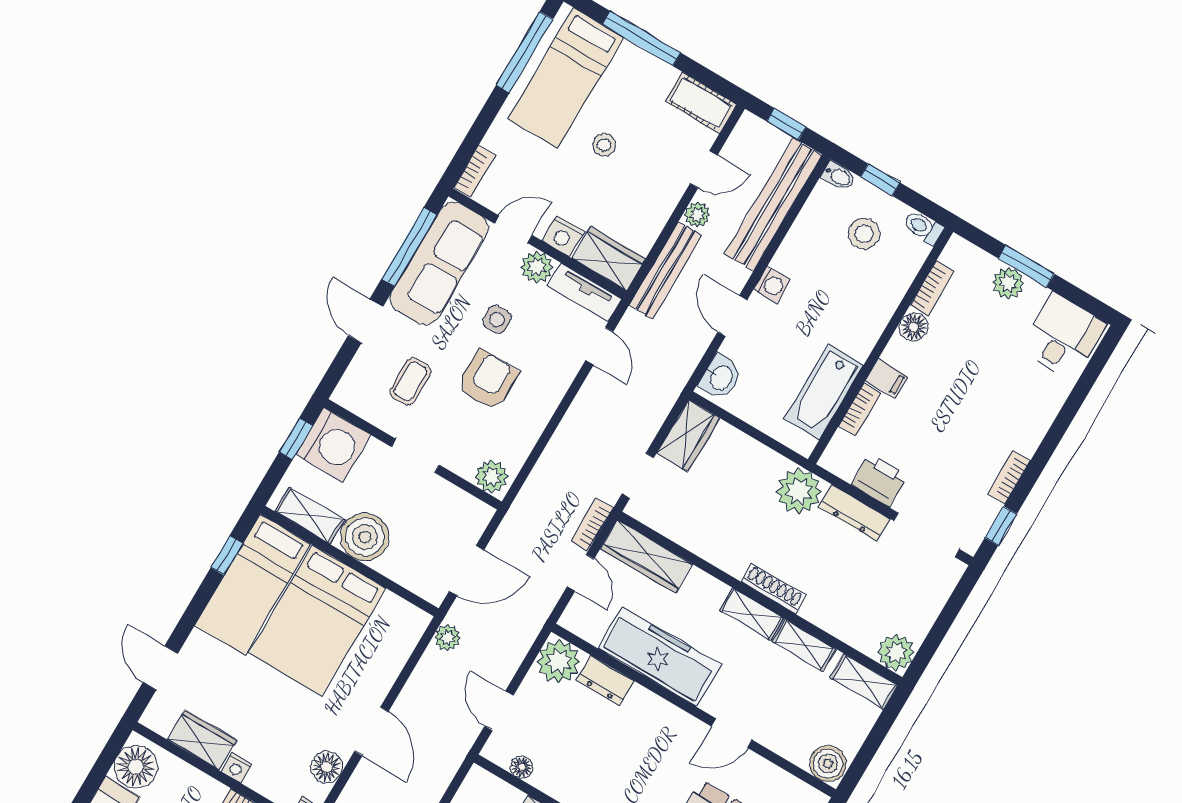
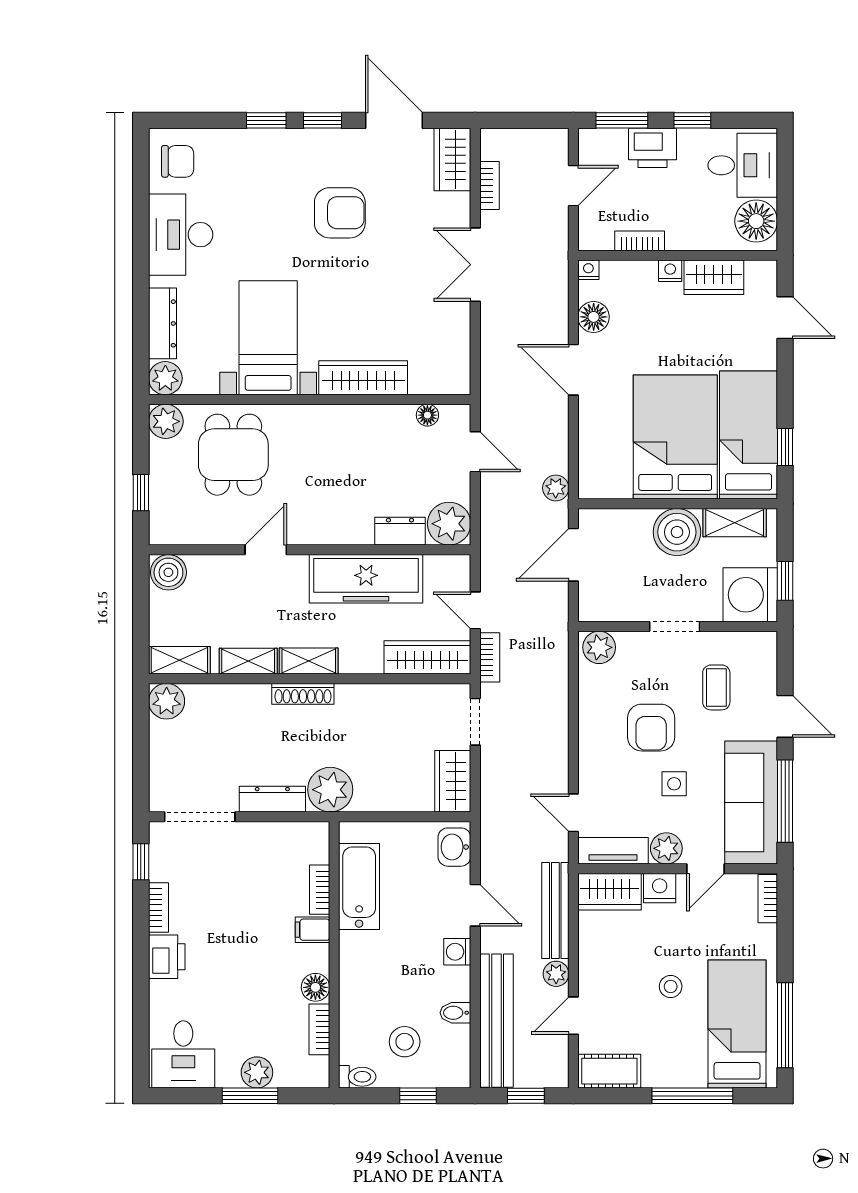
bidet: (838, 176) -> (455, 1013), moved
printer: (879, 480) -> (167, 957), moved, turned -90

